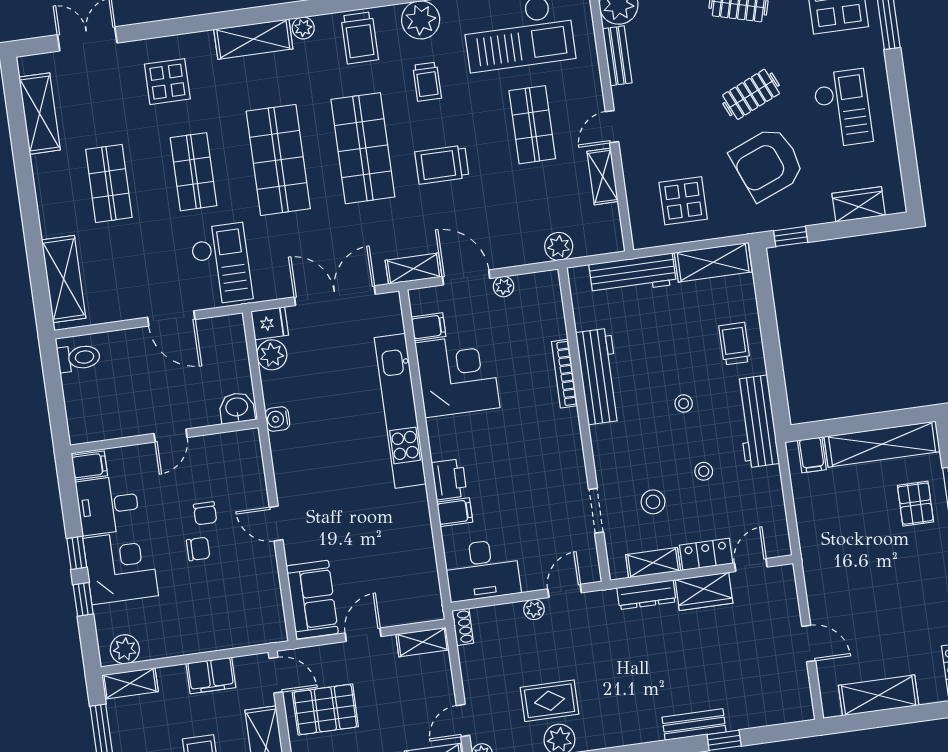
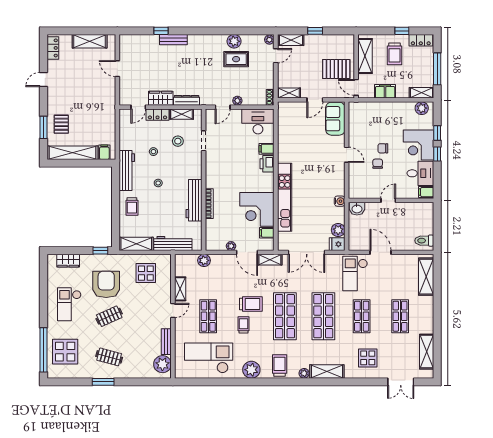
trolley: (427, 82) -> (243, 325), moved
armchair: (767, 164) -> (106, 284), turned -68

